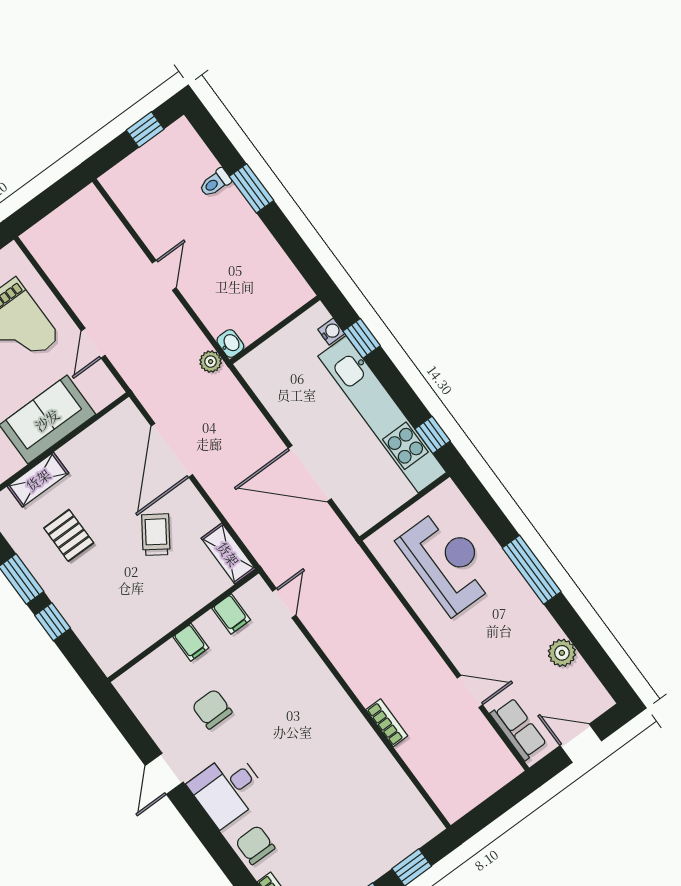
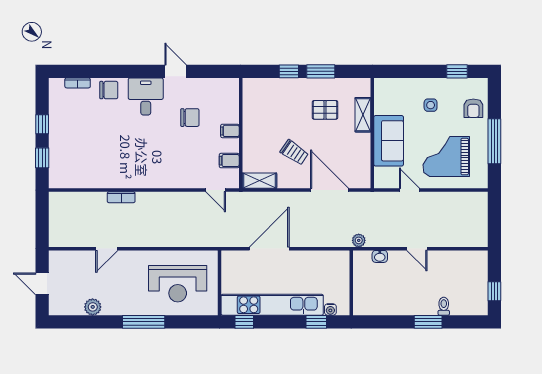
washbasin: (230, 344) -> (380, 256), moved
row of seats: (518, 729) -> (71, 259), removed
door: (581, 743) -> (42, 284), swing flipped

